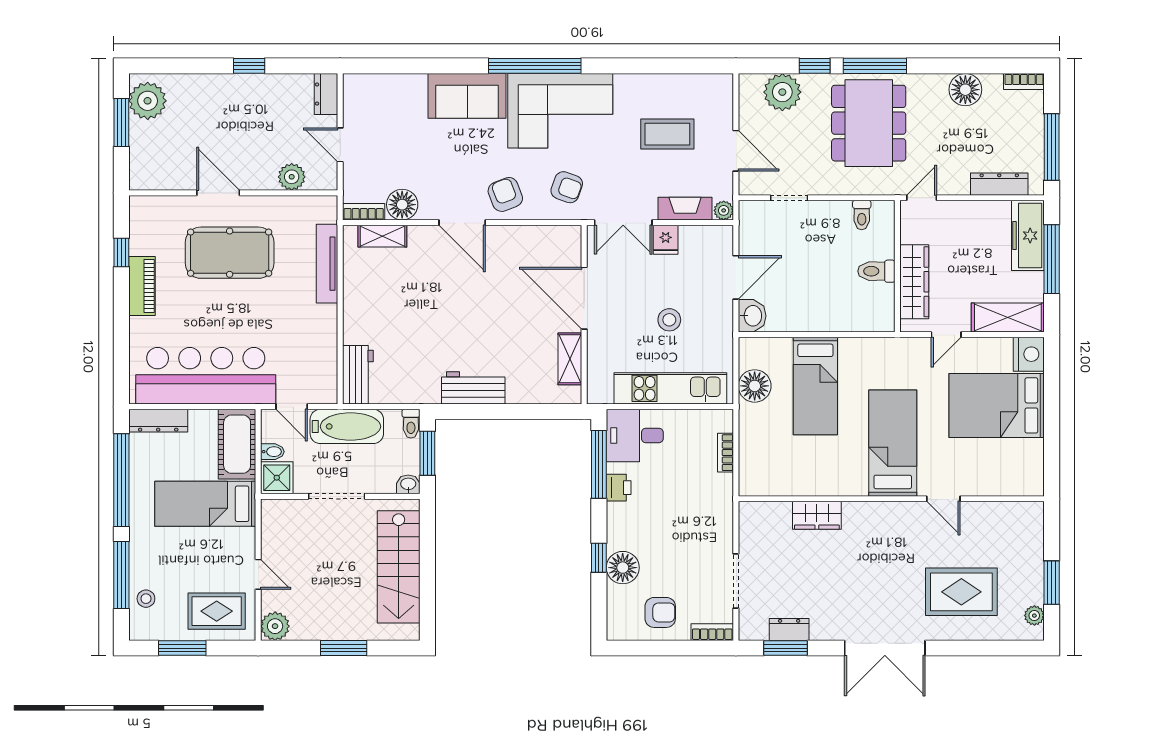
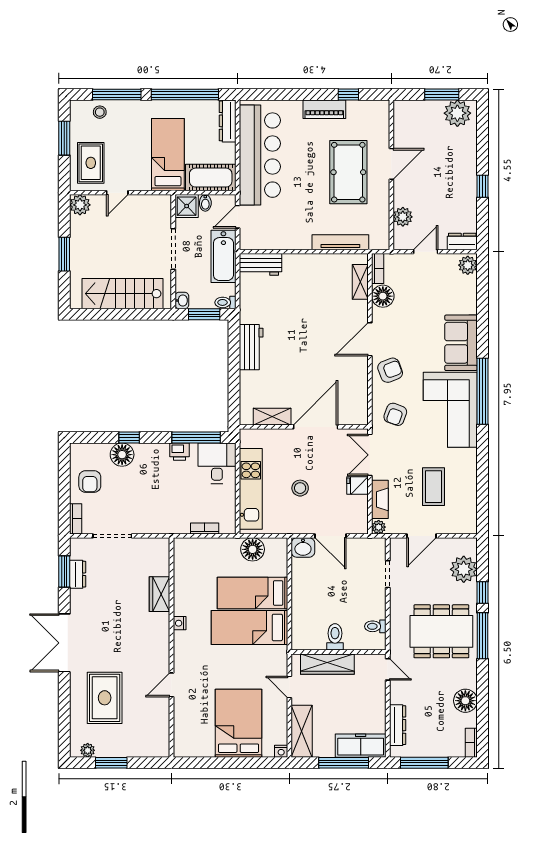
plant: (359, 86) -> (468, 265), added
nightstand: (1029, 354) -> (281, 751), width x0.53, depth x0.56
bed: (893, 443) -> (249, 627), moved, turned 180
nightstand: (857, 487) -> (180, 623), added

